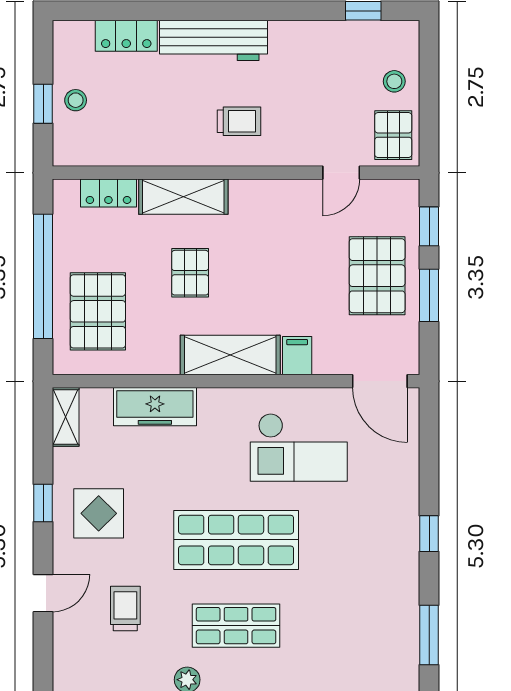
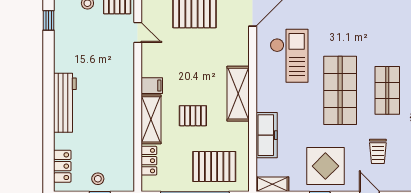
locker: (126, 36) -> (62, 166), moved
trolley: (239, 121) -> (109, 89), removed
filing cabinet: (297, 356) -> (152, 86), moved, turned 180
display table: (99, 513) -> (325, 166), width x1.36, depth x1.36
trolley: (125, 609) -> (378, 151), turned -90

